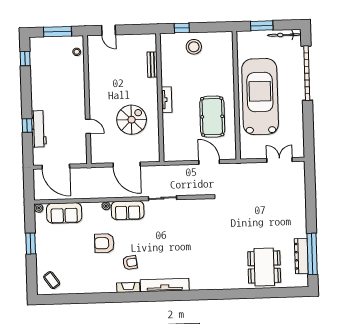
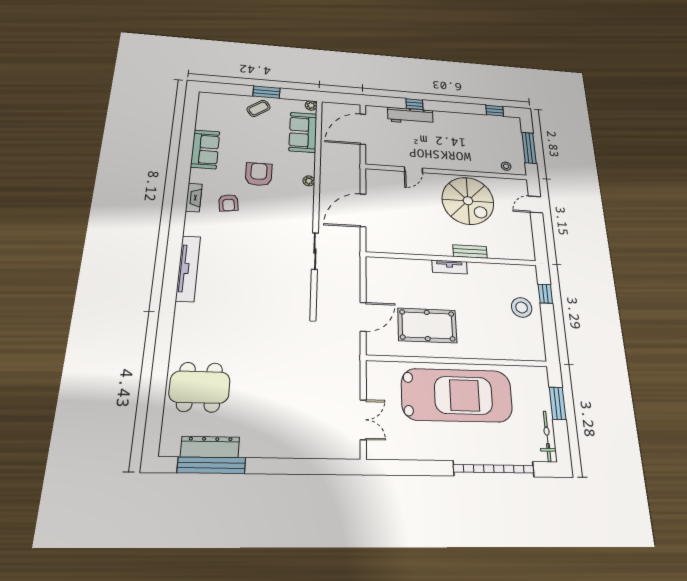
bench: (152, 65) -> (470, 252), moved
spiral stairs: (132, 120) -> (468, 201), moved, width x1.37, depth x1.37
sofa: (128, 210) -> (205, 149), moved, turned 180
coffee table: (52, 280) -> (259, 108), moved
tv unit: (165, 285) -> (188, 268), moved

